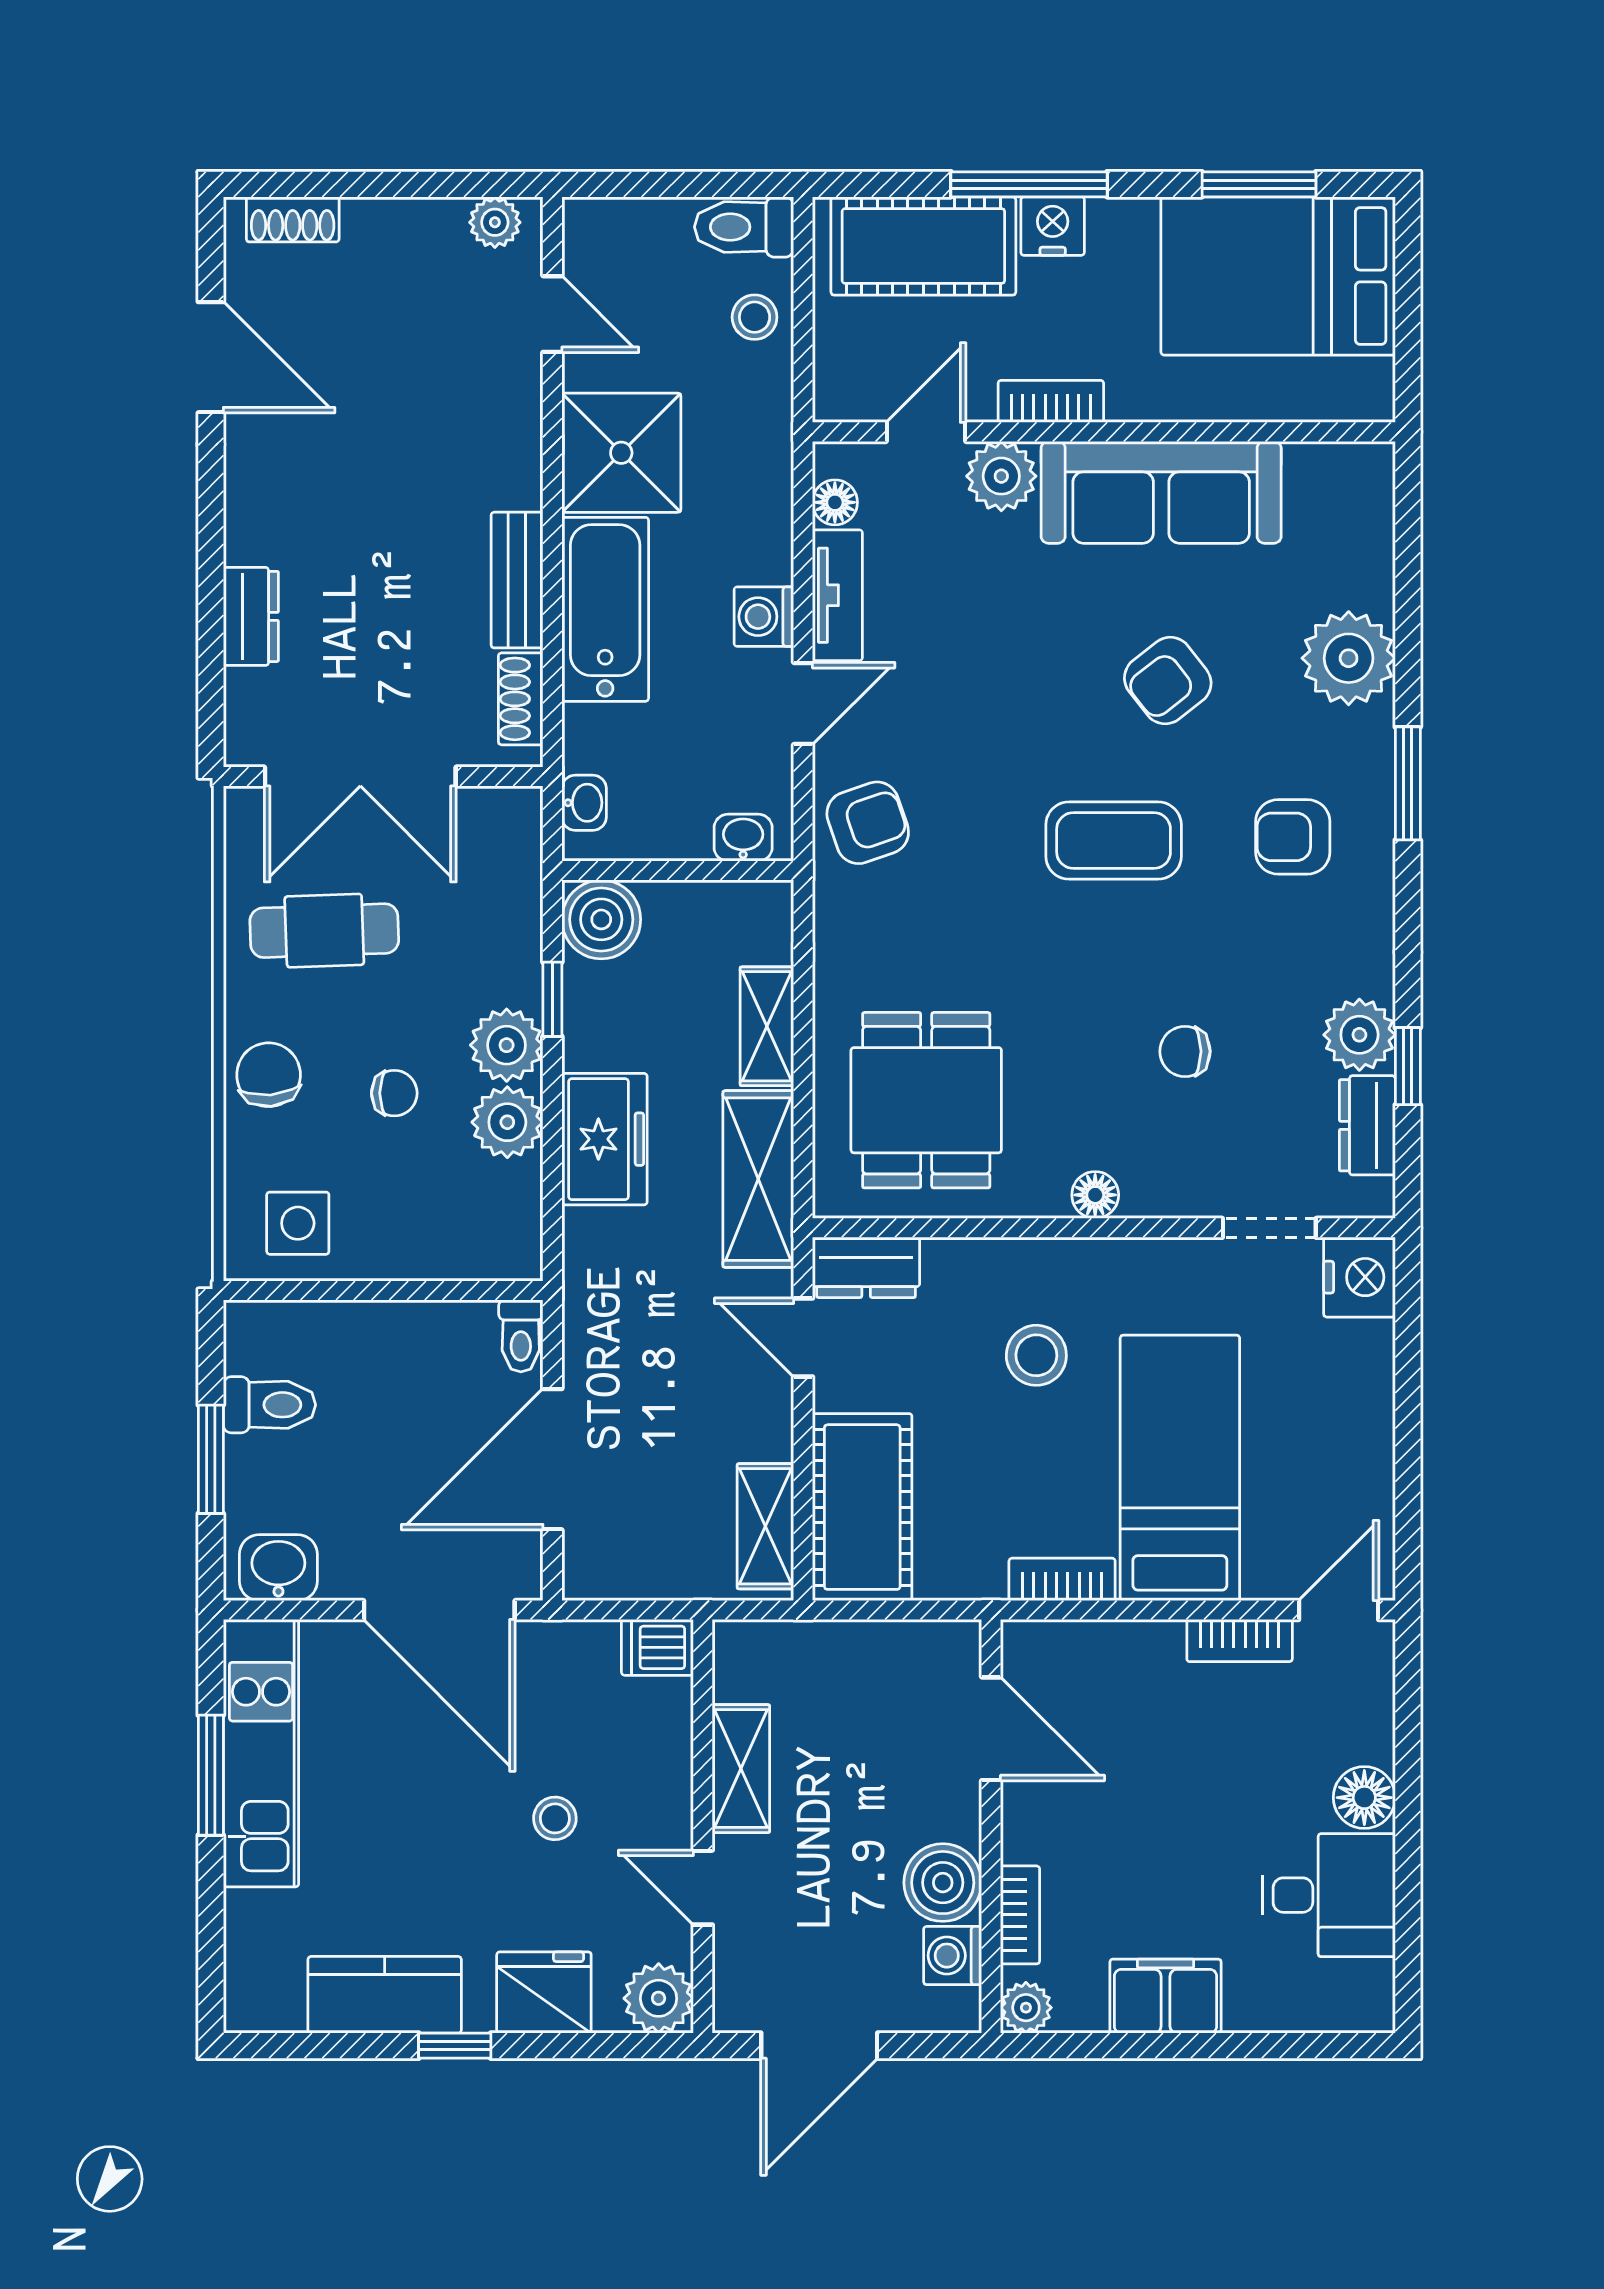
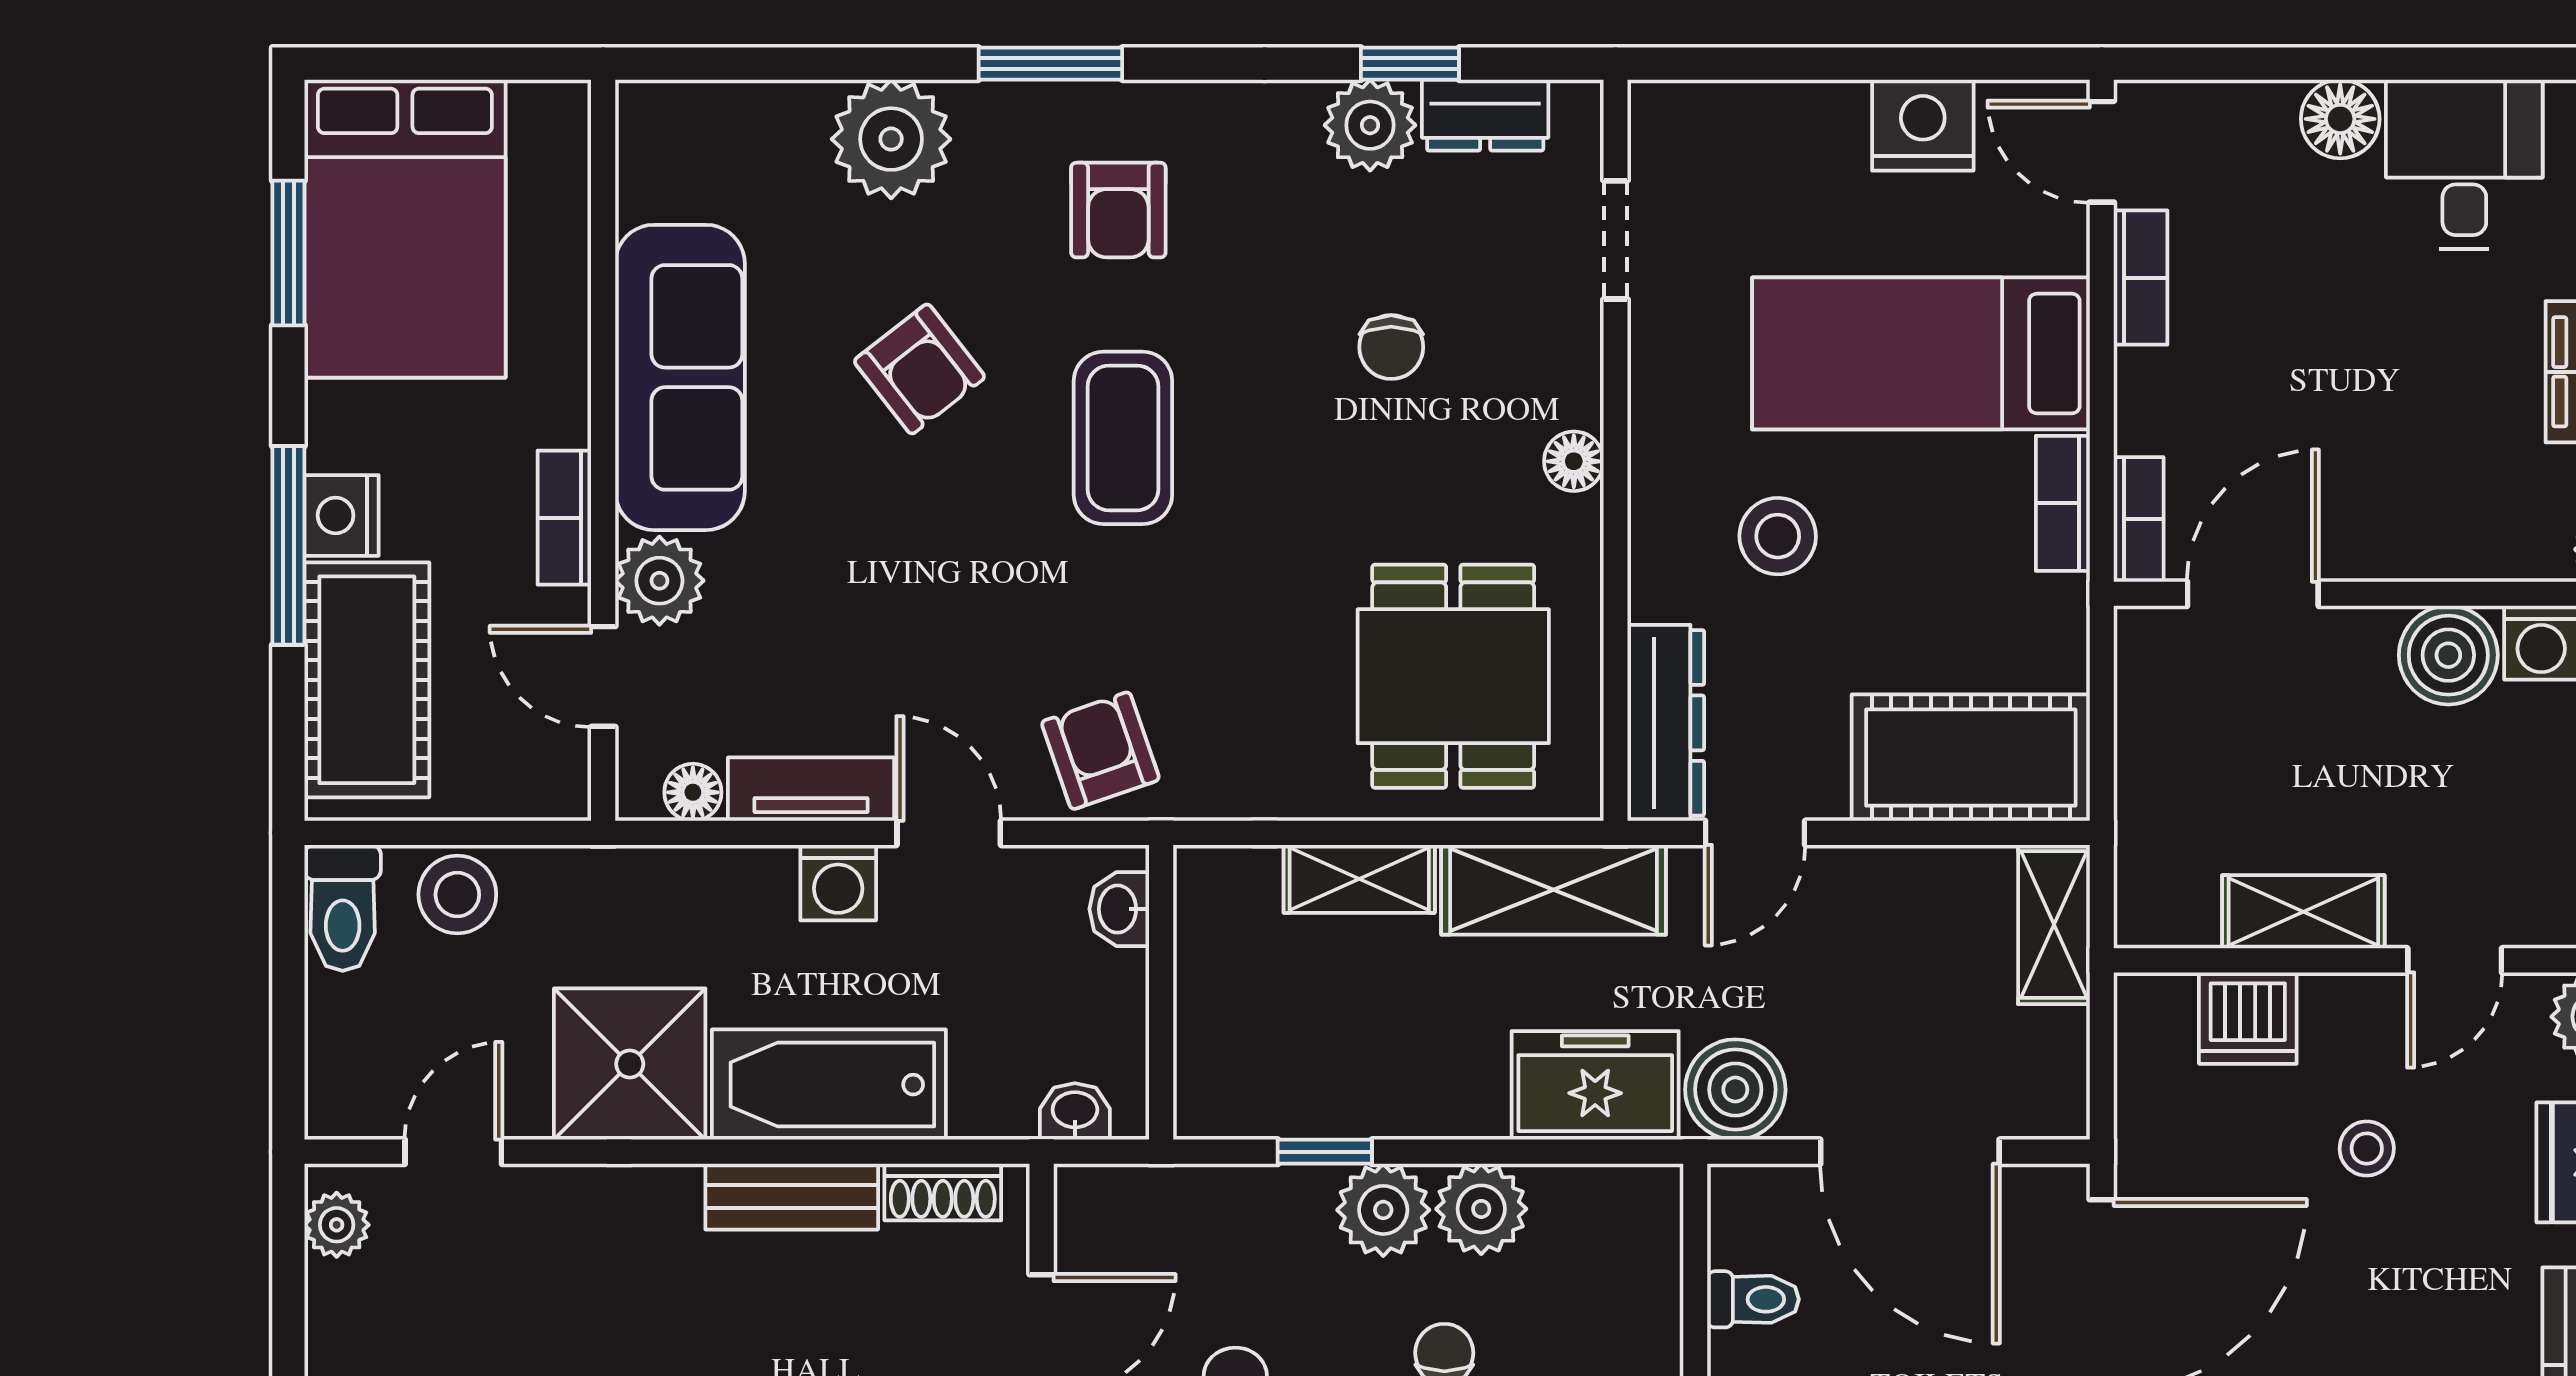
stool: (755, 317) -> (457, 895), width x1.37, depth x1.37
boiler: (601, 919) -> (1735, 1090), moved
dining table: (926, 1100) -> (1453, 676), turned 90
freezer: (604, 1139) -> (1595, 1085), moved
dresser: (866, 1267) -> (1666, 723), width x1.44
nightstand: (1359, 1277) -> (1923, 125), moved
toilet: (521, 1336) -> (1753, 1299), moved
shelving: (765, 1526) -> (2054, 924), moved, turned 90
dishwasher: (657, 1647) -> (2248, 1018), moved, width x1.38
bookcase: (1020, 1915) -> (2139, 519), moved, turned 90

